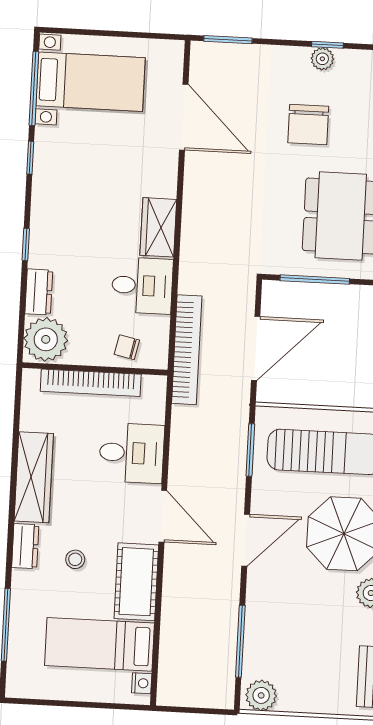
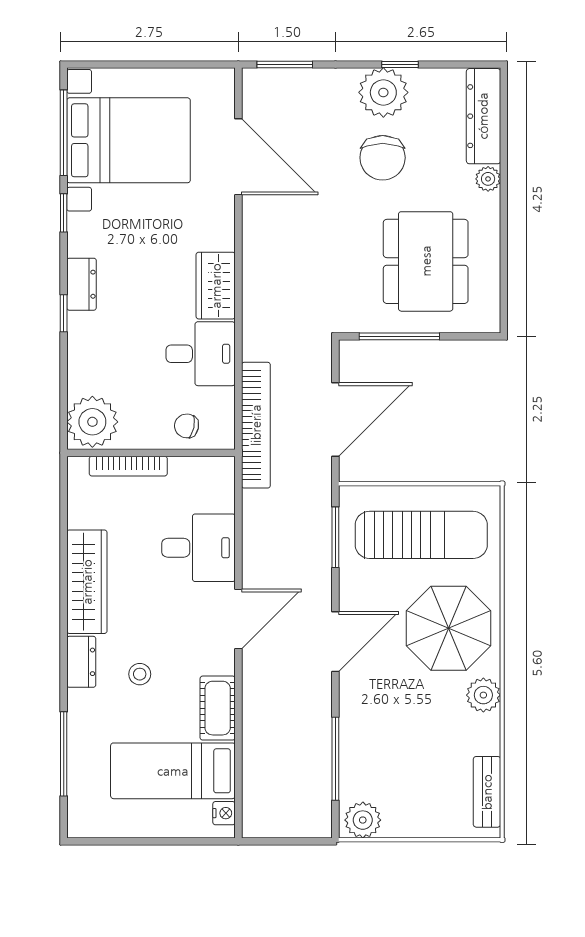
plant: (322, 59) -> (383, 92), width x1.87, depth x1.87
bed with nightstands: (91, 82) -> (128, 140), width x1.36
dresser: (39, 292) -> (82, 284), moved
bookcase: (91, 383) -> (128, 466), width x0.68, depth x0.76
door: (163, 516) -> (238, 619), hinge flipped
cot: (136, 582) -> (218, 708), width x0.73, depth x0.75

